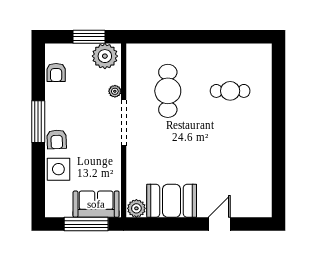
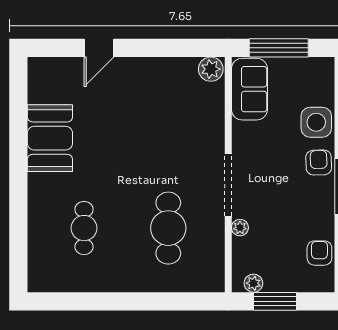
plant: (105, 56) -> (253, 283), width x0.53, depth x0.53
cafe table: (230, 91) -> (84, 228), turned 90
booth: (172, 201) -> (50, 138), moved, turned 90
sofa: (96, 204) -> (249, 89), moved, turned -90

